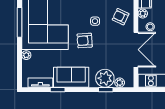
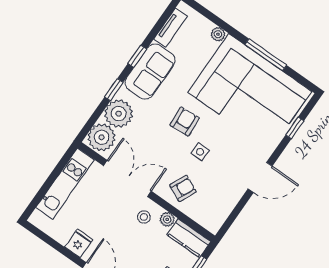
double door: (136, 50) -> (127, 178), swing flipped
plant: (120, 83) -> (102, 137), width x1.87, depth x1.87
window: (58, 90) -> (137, 56), moved
window: (106, 90) -> (114, 90), moved

